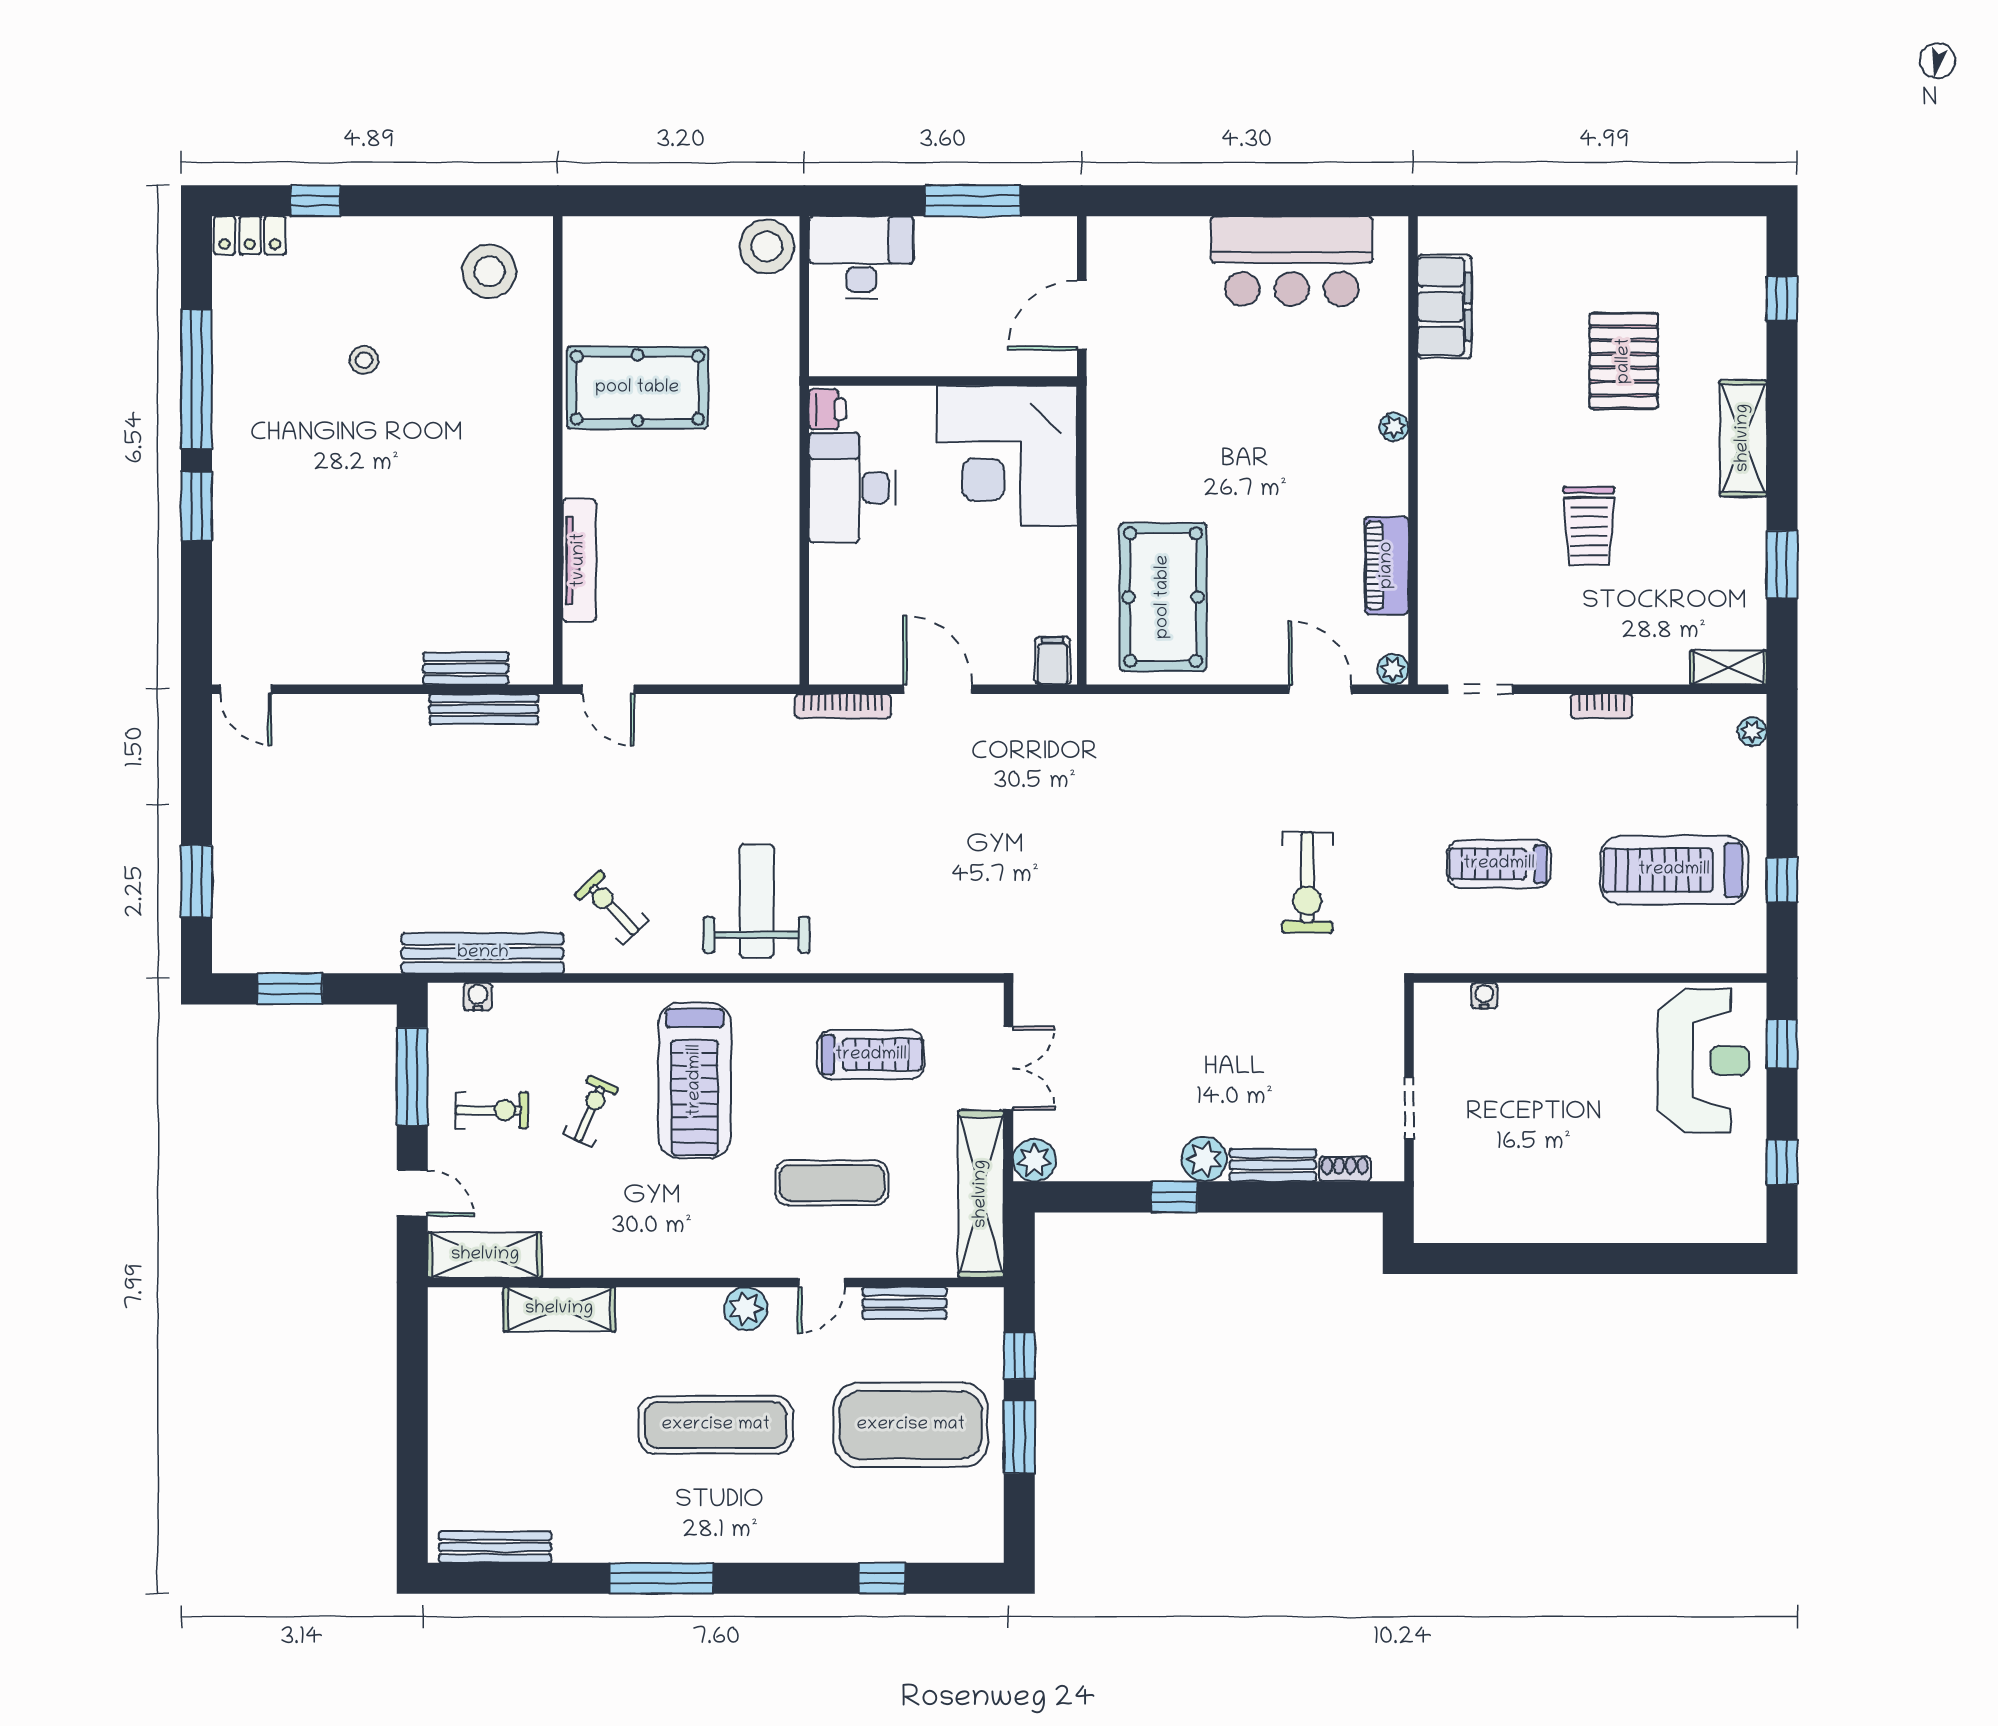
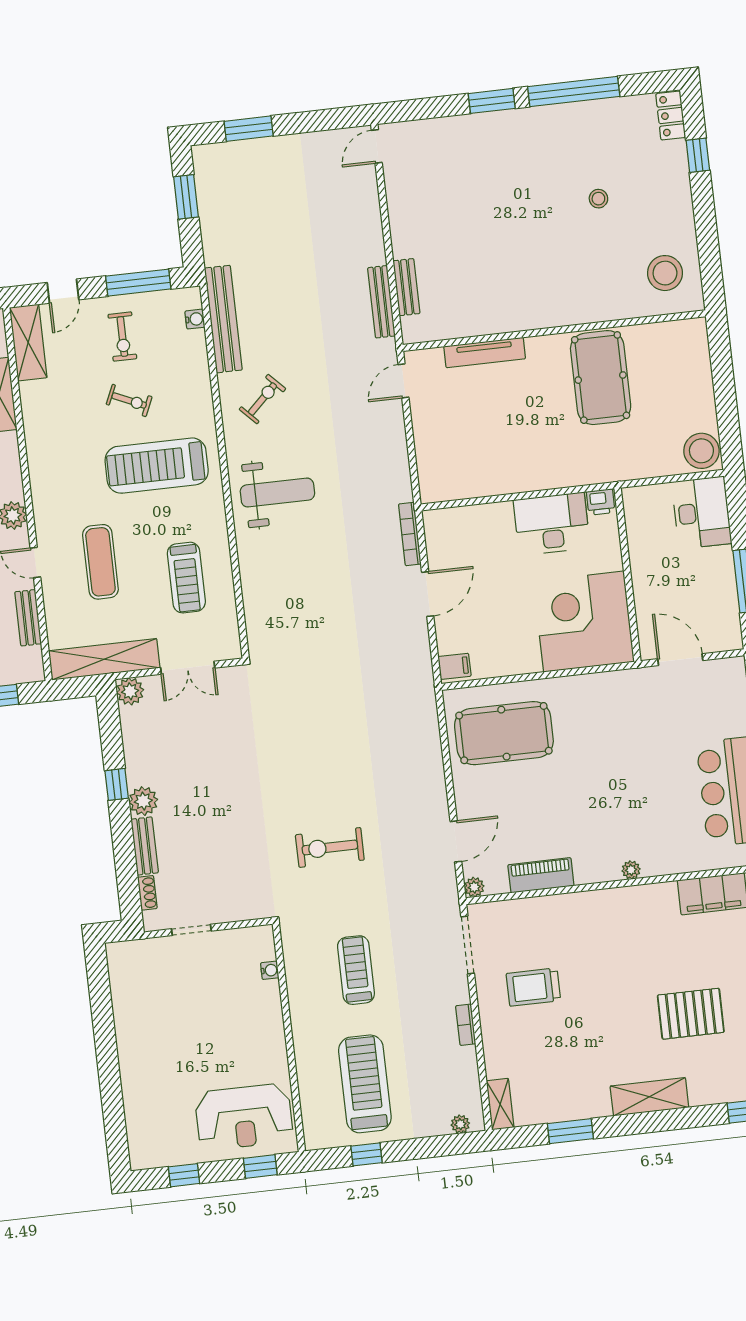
trolley: (1589, 526) -> (533, 987), moved
doorway: (1480, 689) -> (468, 945), width x1.38

